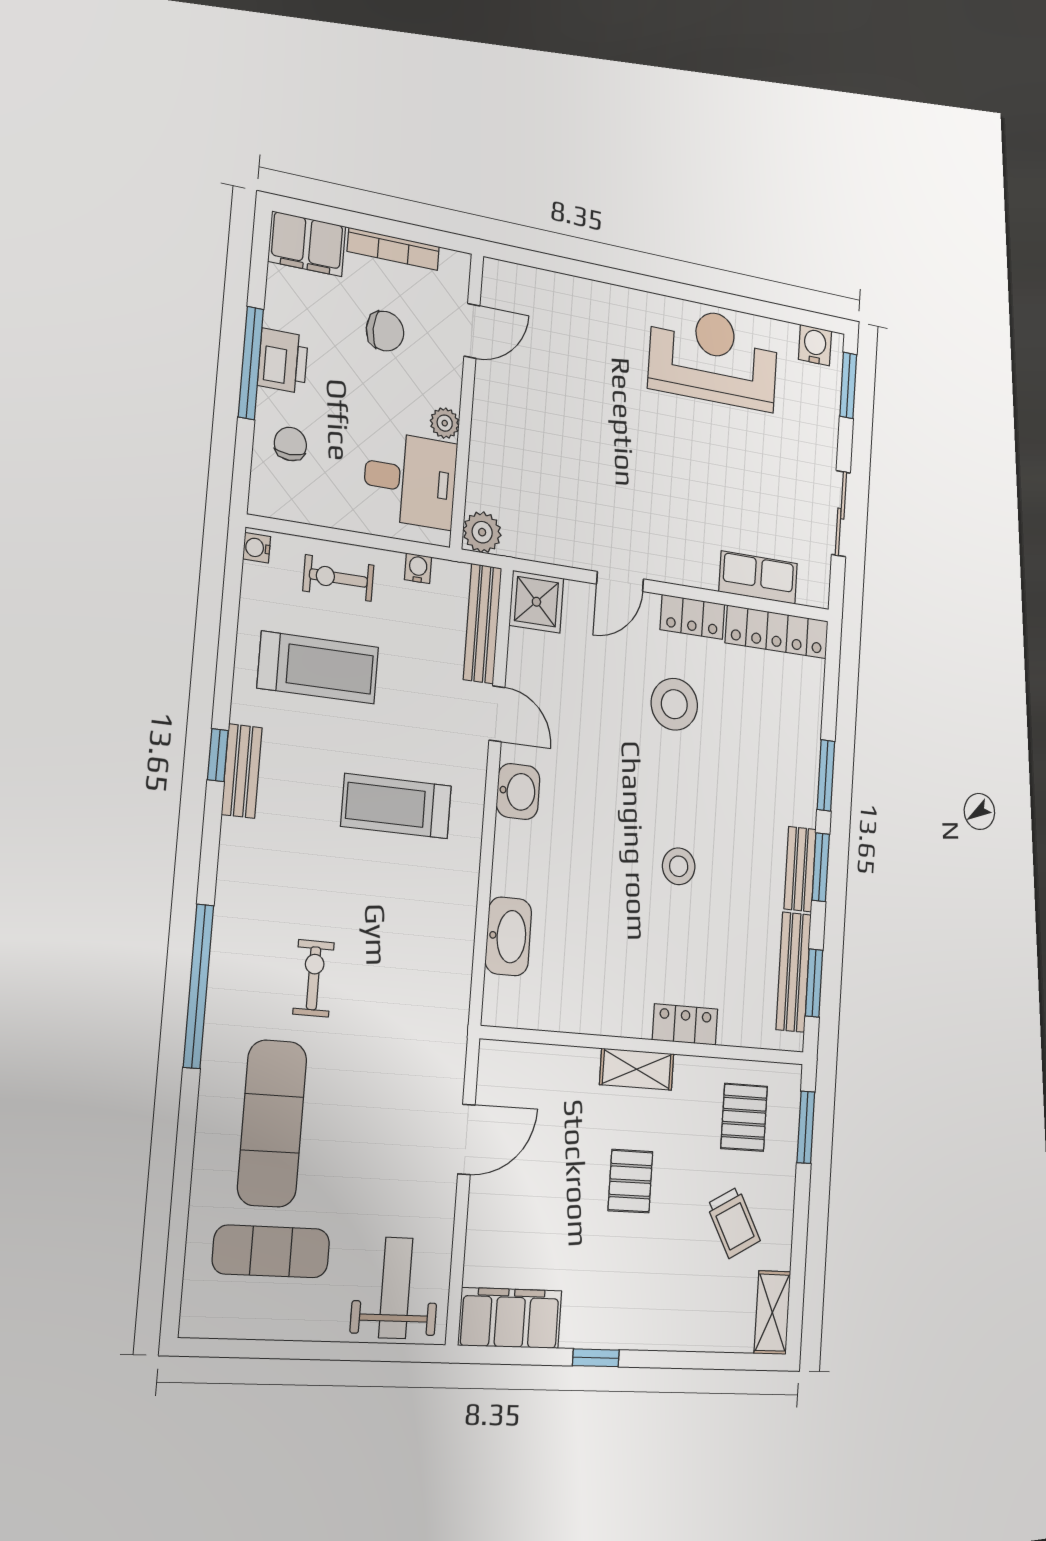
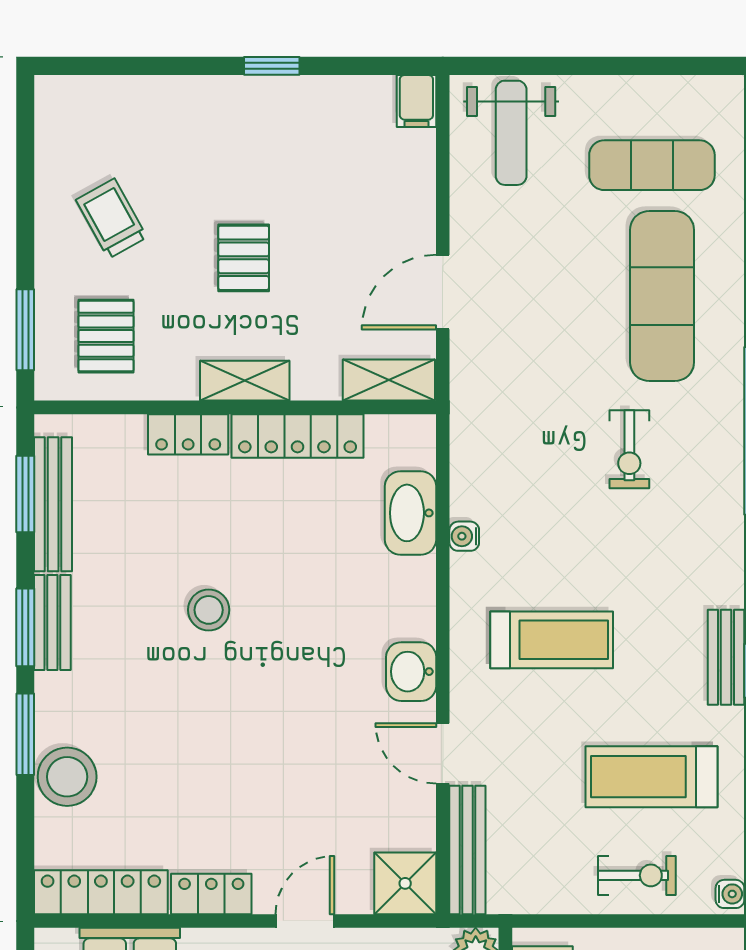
water cooler: (418, 568) -> (464, 536), moved, turned 90
stool: (674, 704) -> (67, 777), moved
locker: (597, 1015) -> (298, 436), added
shelving: (772, 1313) -> (389, 380), moved, turned 90
filing cabinet: (510, 1318) -> (416, 101), width x0.33, depth x0.86

